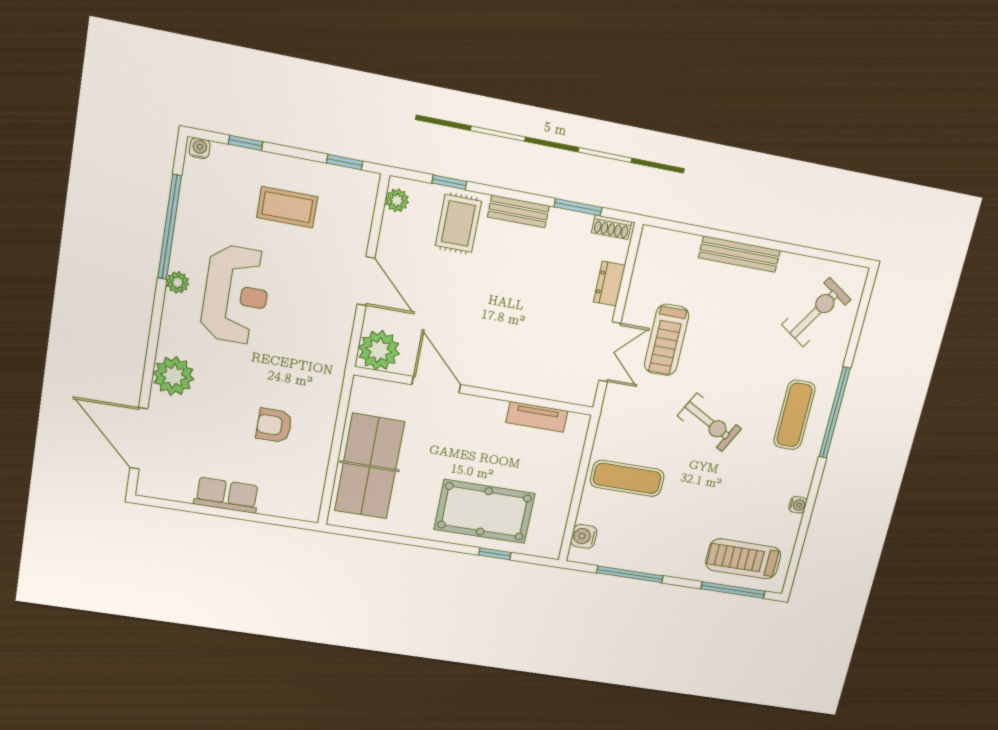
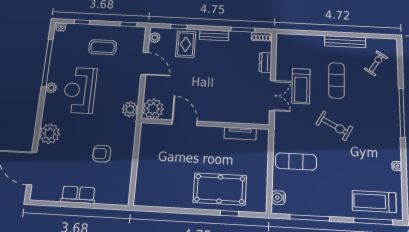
bench: (739, 254) -> (345, 42), moved
door: (366, 281) -> (145, 64), moved
reception desk: (236, 295) -> (80, 90), turned 180
exercise bike: (816, 312) -> (376, 63), width x0.73, depth x0.72
plant: (334, 346) -> (130, 109), added
exercise mat: (794, 415) -> (337, 80), moved
table tennis table: (370, 466) -> (154, 170), removed

